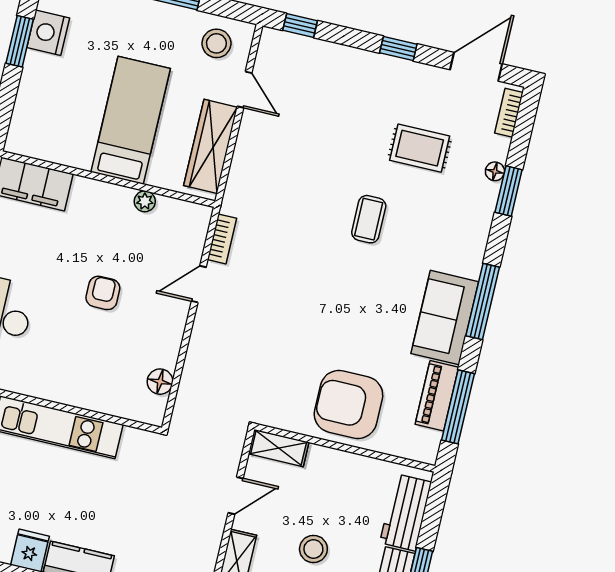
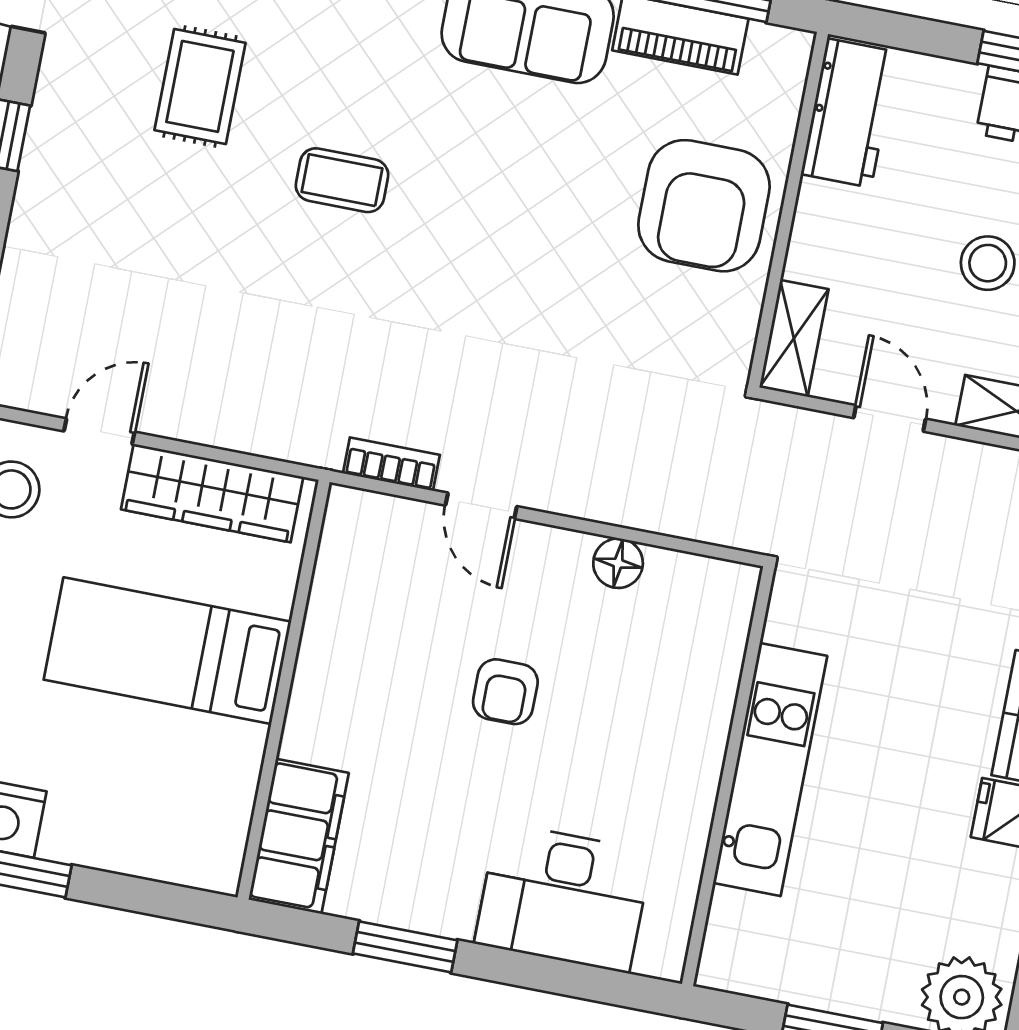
plant: (145, 201) -> (324, 617), removed
armchair: (103, 293) -> (505, 692), turned -90
floor lamp: (160, 382) -> (618, 563), moved
workbench: (406, 512) -> (849, 113), moved, turned -90

